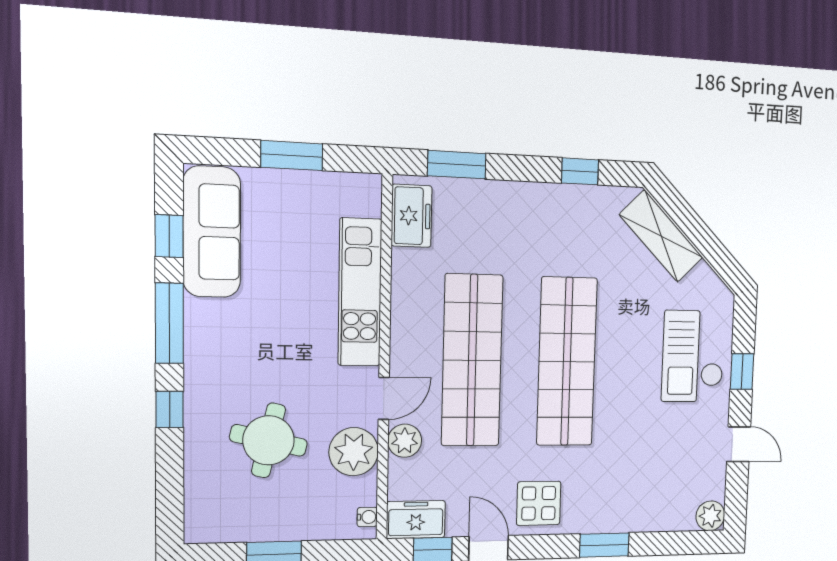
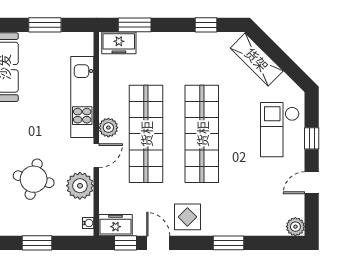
freezer: (411, 216) -> (119, 43), moved, turned 90
plant: (405, 441) -> (108, 128), moved
door: (739, 444) -> (312, 183), swing flipped

